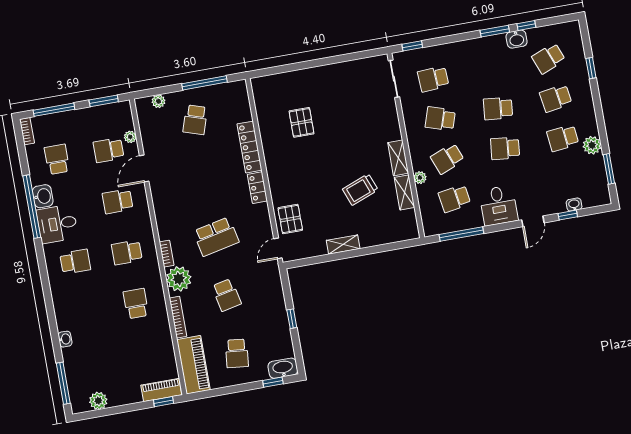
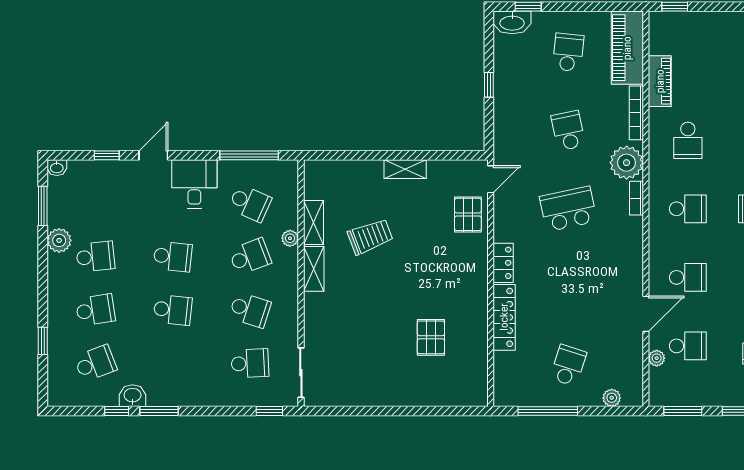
school desk: (454, 198) -> (250, 203), turned 33
washbasin: (574, 205) -> (57, 168), moved
piano: (161, 390) -> (660, 81), moved, turned -90

